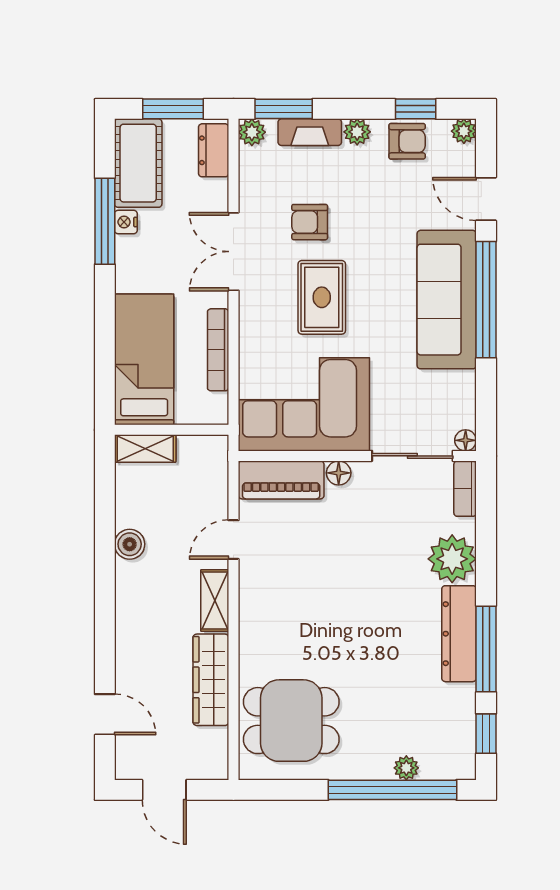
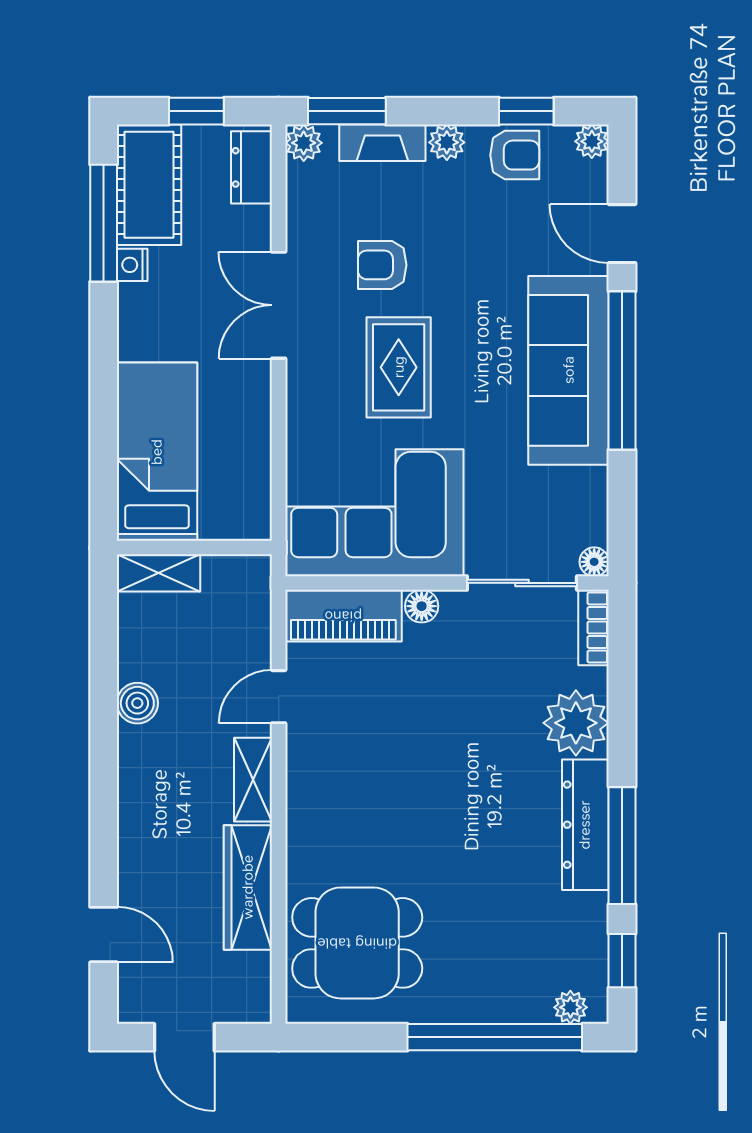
window: (173, 109) -> (196, 111), width x0.67
window: (105, 221) -> (104, 223), moved
bookcase: (218, 350) -> (258, 439), removed
plant: (406, 768) -> (570, 1007), moved

